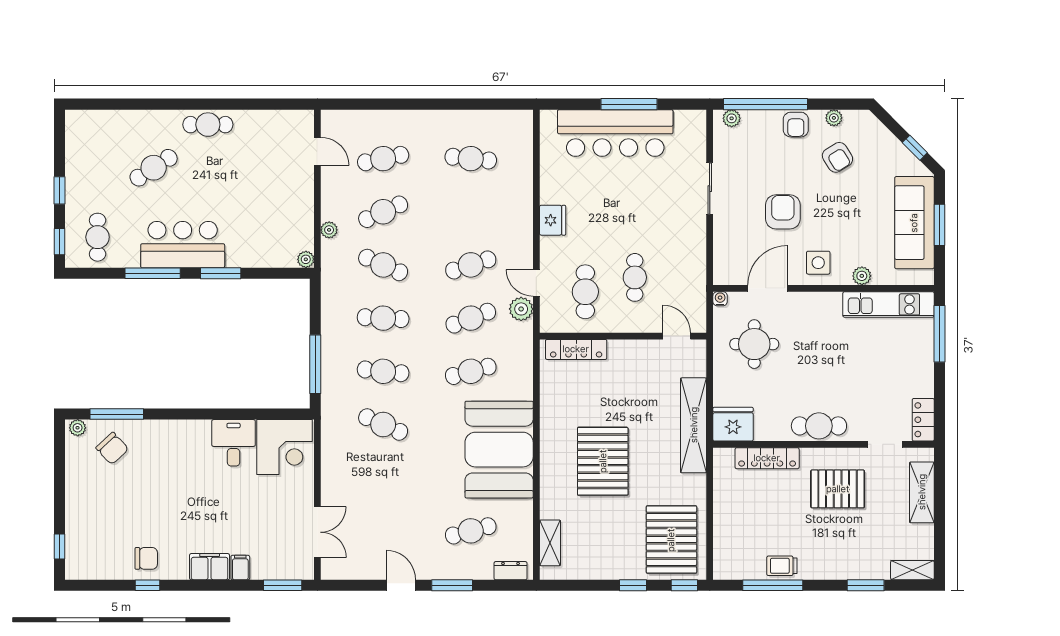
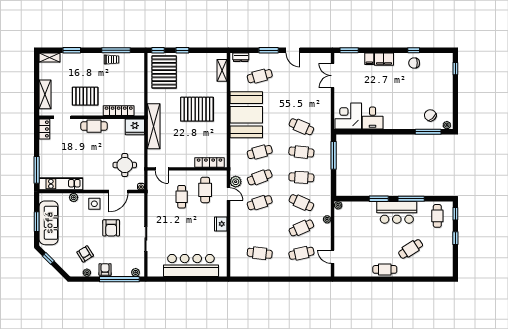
window: (629, 104) -> (184, 279), removed
pallet: (603, 461) -> (197, 109), turned 90

